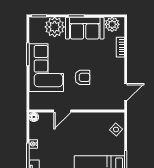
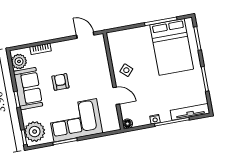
plant: (55, 27) -> (35, 132), moved
armchair: (82, 77) -> (60, 82), moved
side table: (116, 129) -> (126, 70), moved

